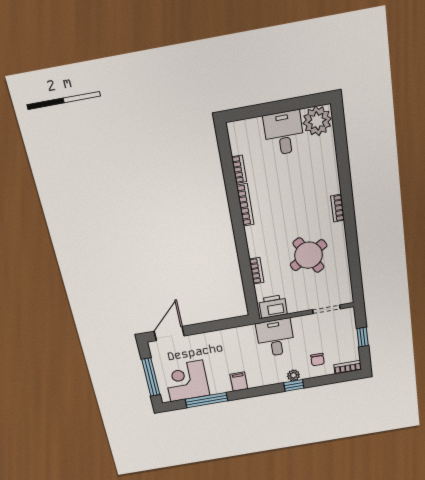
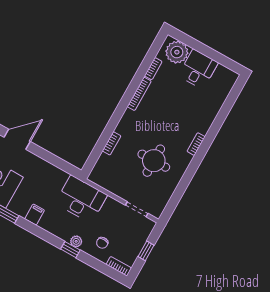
plant: (317, 121) -> (177, 52), moved
round table: (309, 255) -> (154, 161), turned 30
printer: (273, 306) -> (103, 178), removed
desk: (275, 338) -> (81, 199), width x1.37

